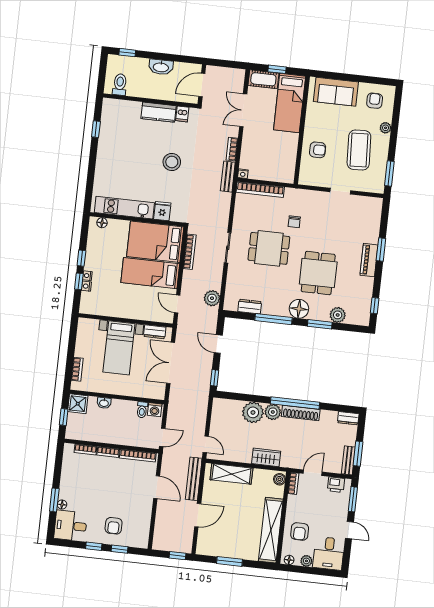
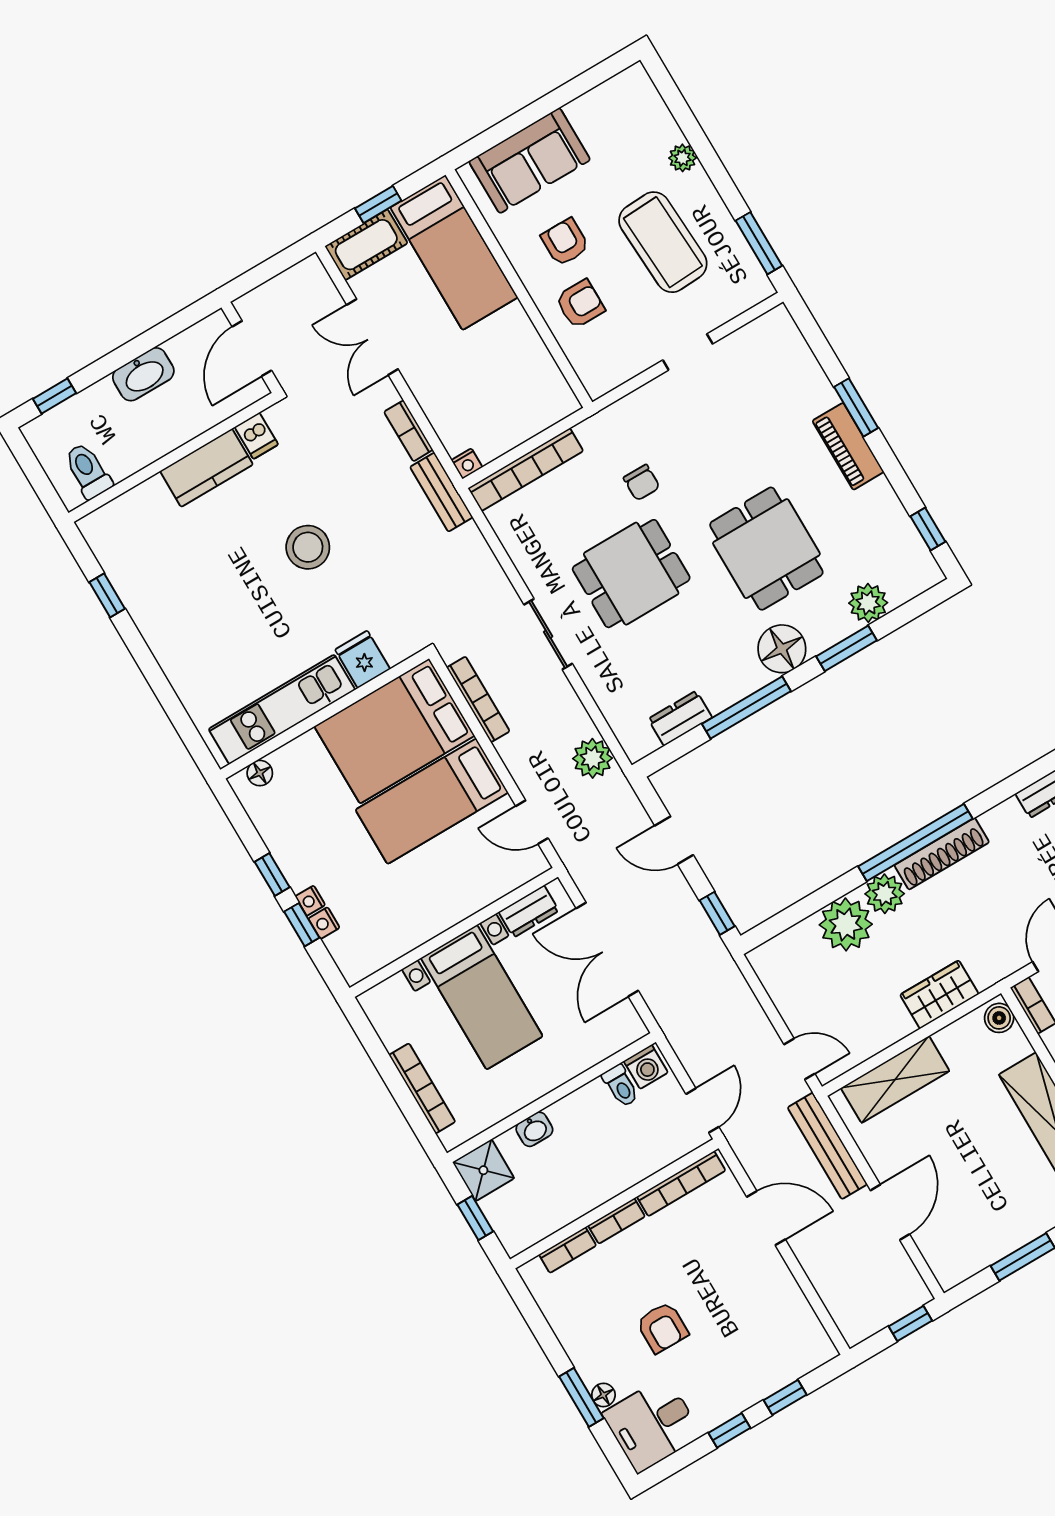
armchair: (375, 101) -> (565, 242), moved
bookcase: (77, 369) -> (422, 1088), width x1.56
armchair: (114, 526) -> (662, 1327), moved

